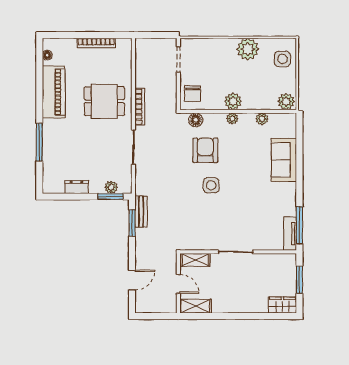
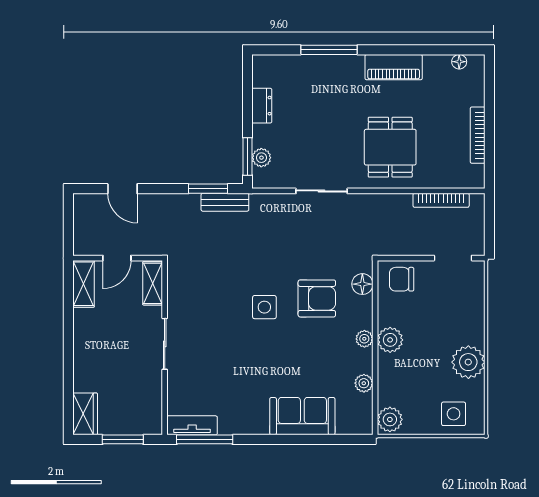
piano: (54, 92) -> (394, 67), width x0.73, depth x0.75
bookcase: (140, 107) -> (441, 200), moved

